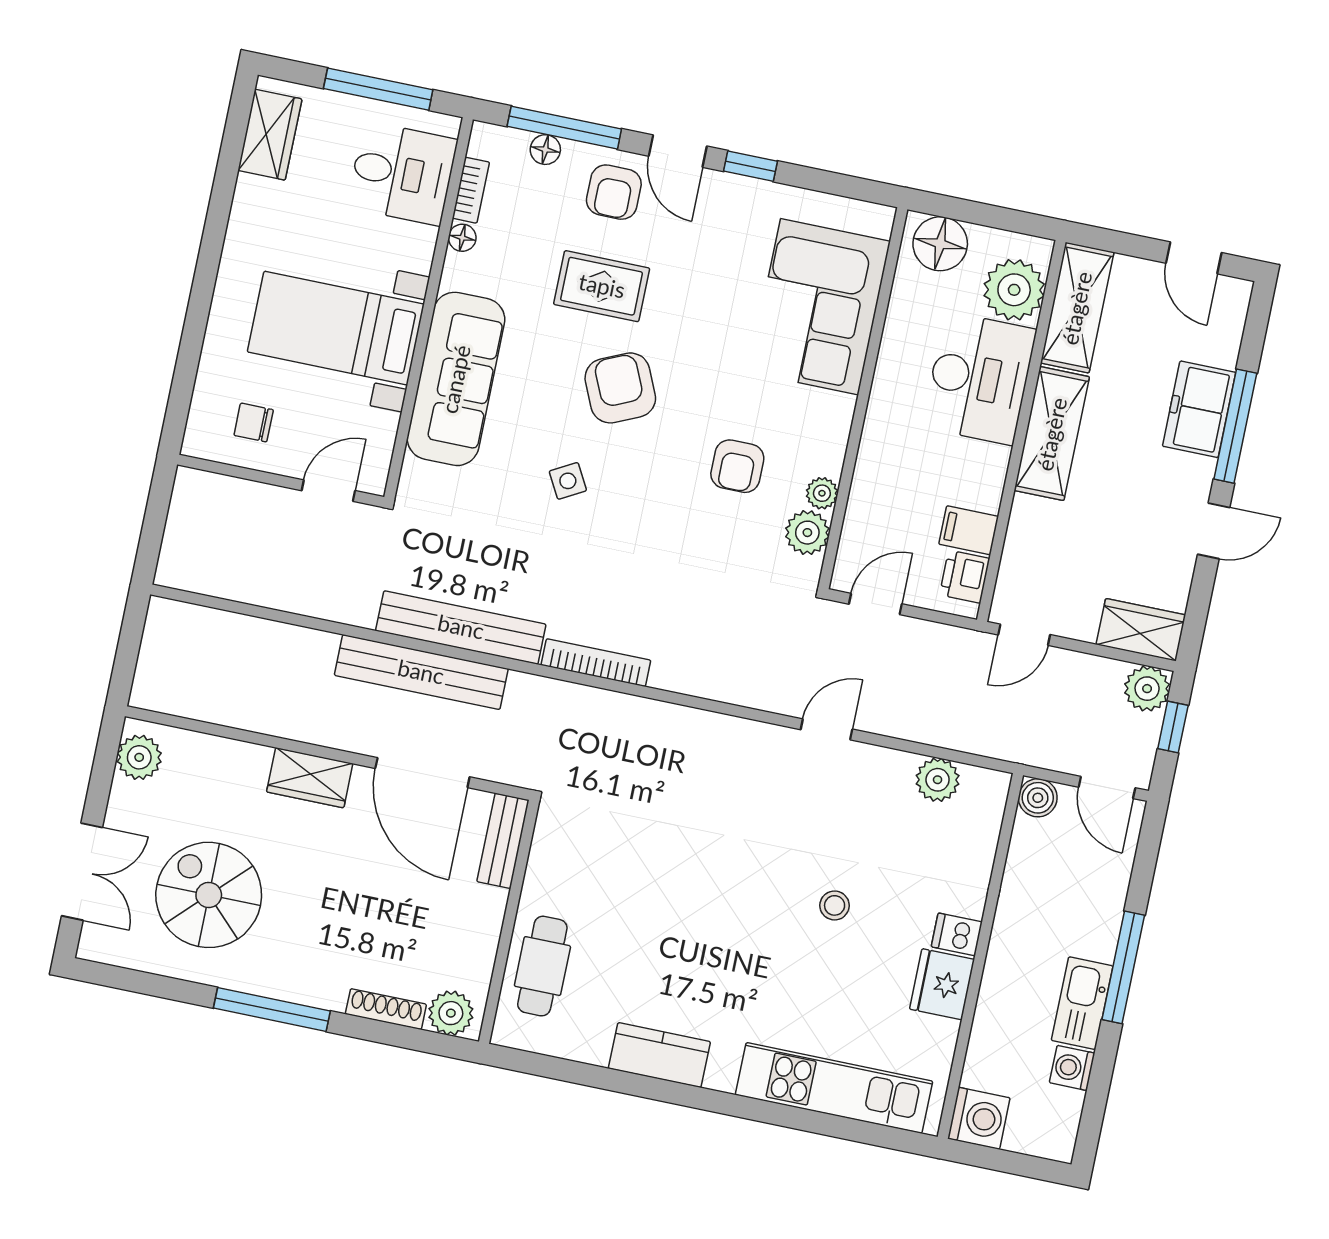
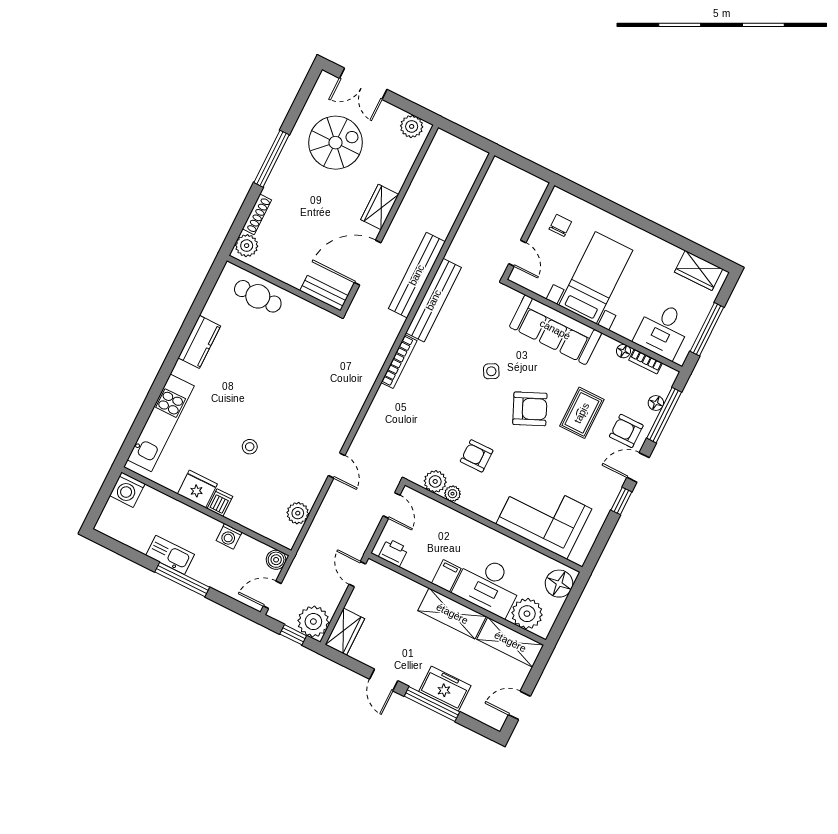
filing cabinet: (969, 530) -> (446, 576), moved
plant: (1147, 689) -> (313, 622), width x1.36, depth x1.36
washing machine: (1072, 1068) -> (229, 536), moved, turned 180

